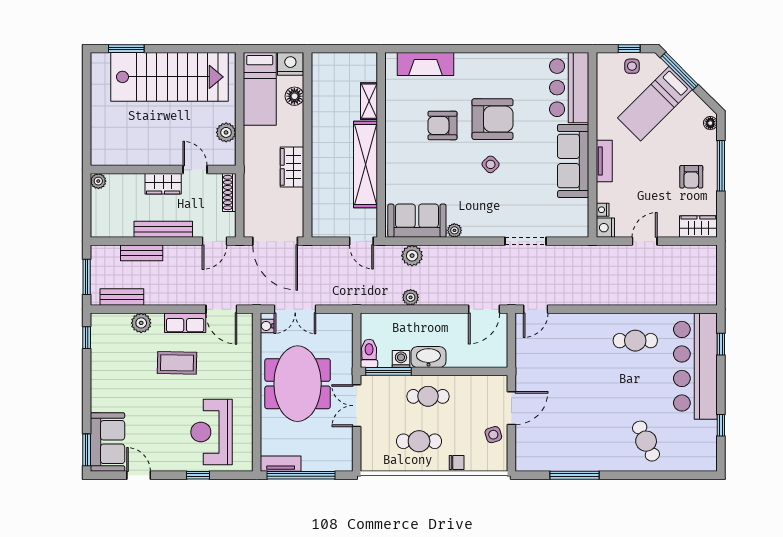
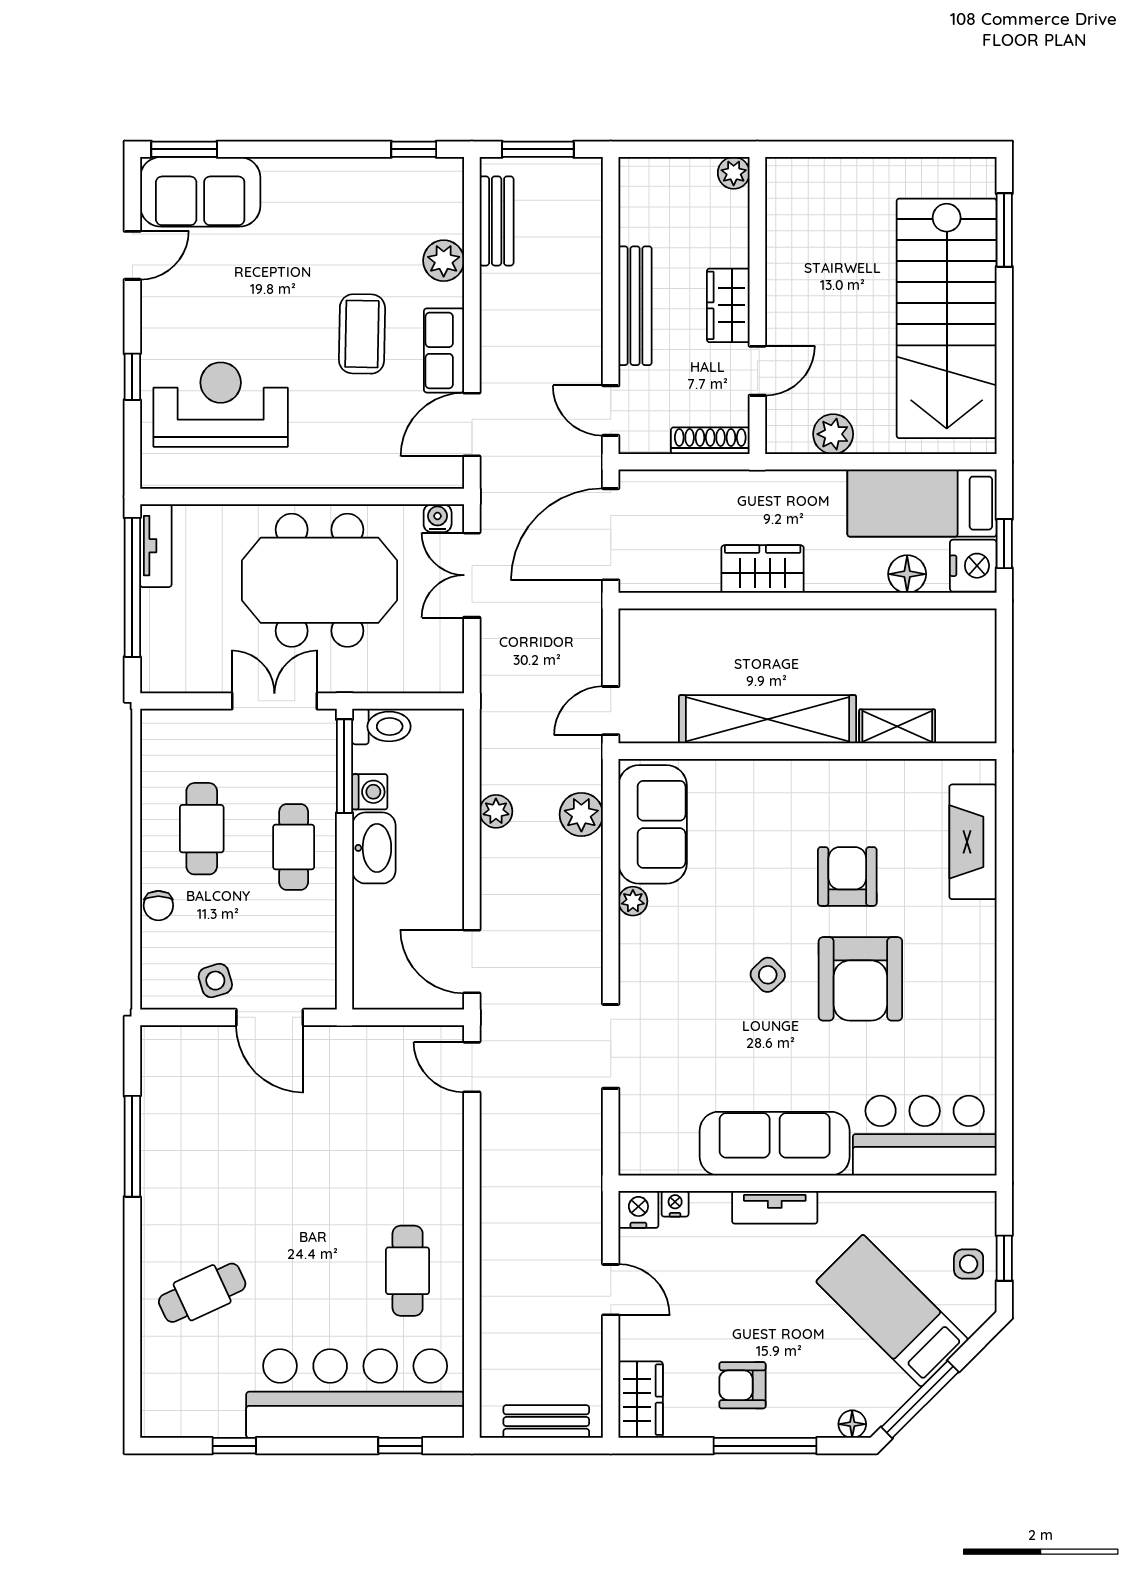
window: (280, 49) -> (1004, 544), added
window: (679, 71) -> (920, 1399), moved
bench: (142, 253) -> (546, 1422), moved, turned 90

